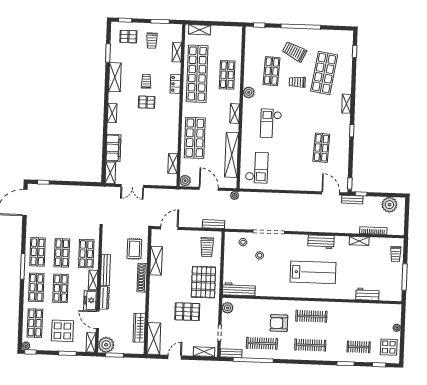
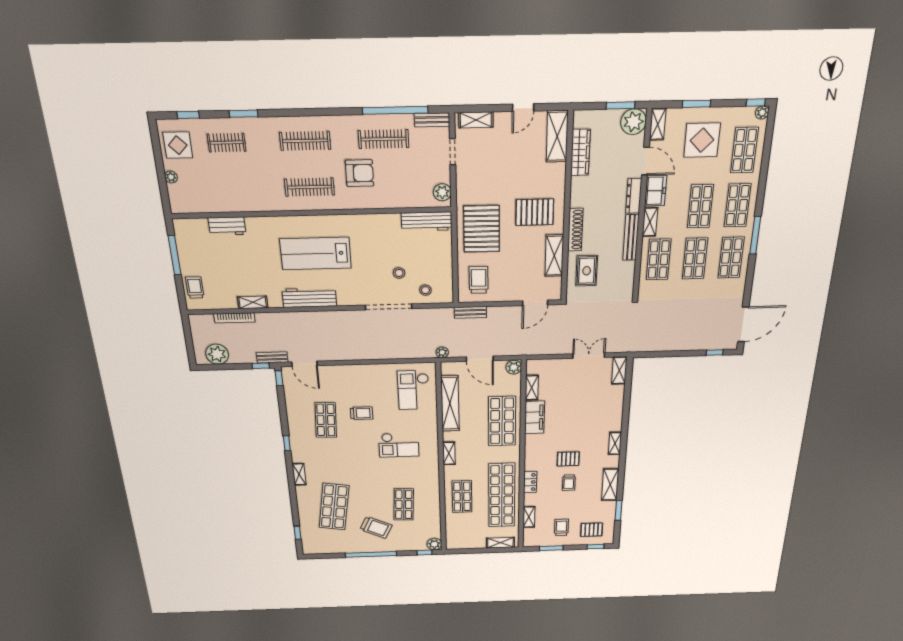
trolley: (297, 82) -> (362, 413), moved
plant: (249, 92) -> (434, 544), moved
checkout: (271, 123) -> (399, 445), turned 90
filing cabinet: (113, 148) -> (534, 417), moved, turned 180
workbench: (321, 242) -> (309, 298), width x1.38
pallet: (187, 312) -> (535, 212), moved

